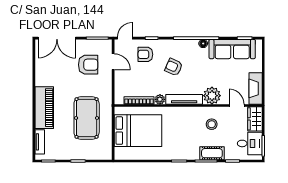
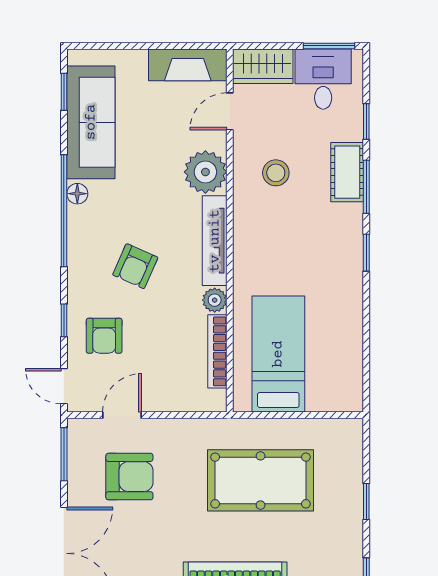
armchair: (88, 65) -> (129, 477), turned 90
bed: (138, 131) -> (278, 354), width x0.67

